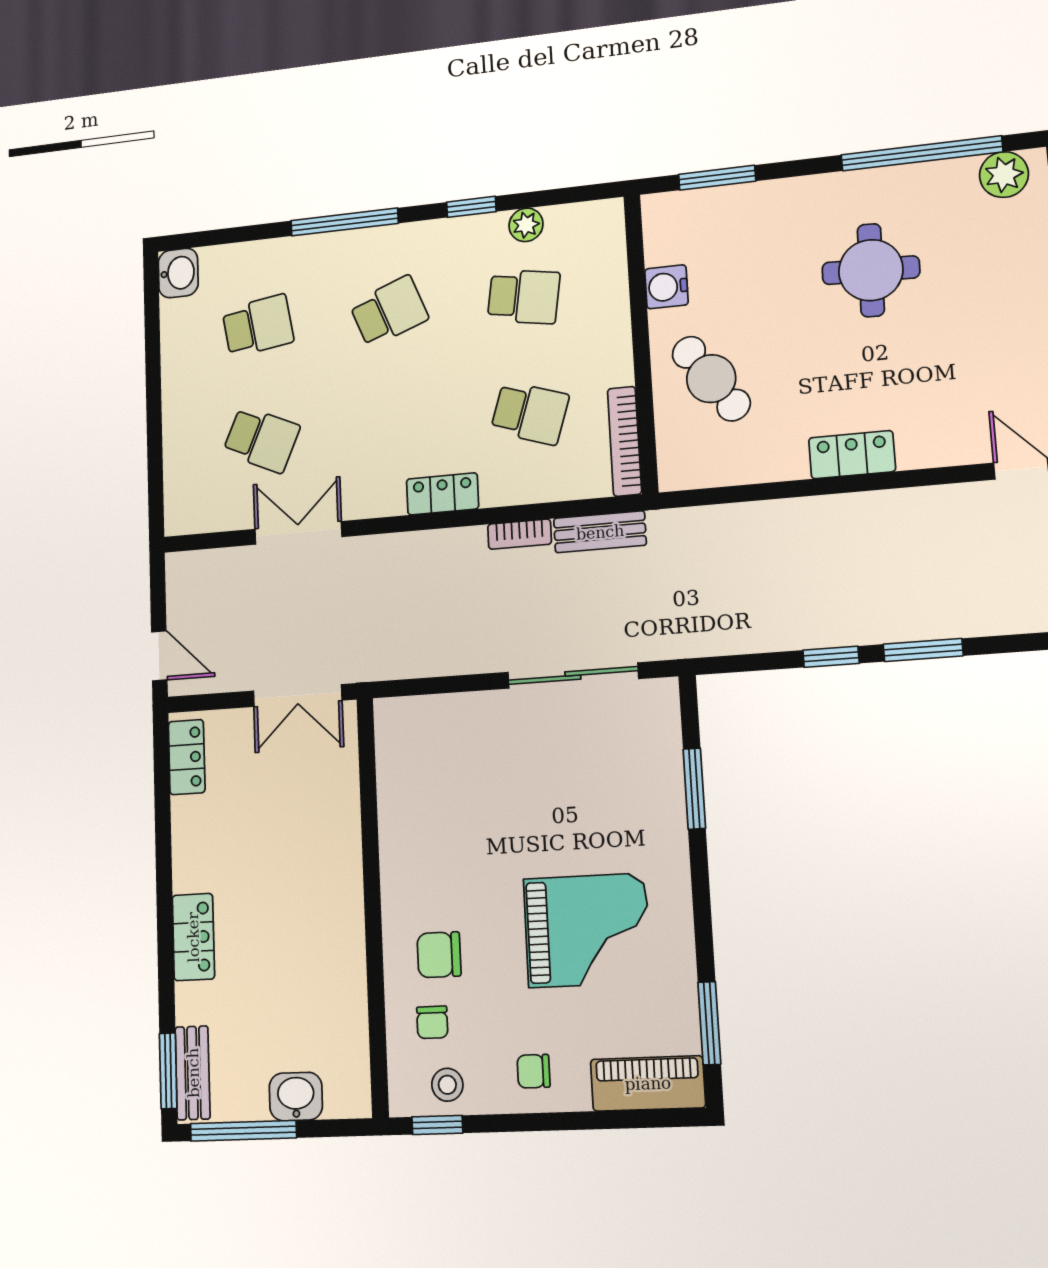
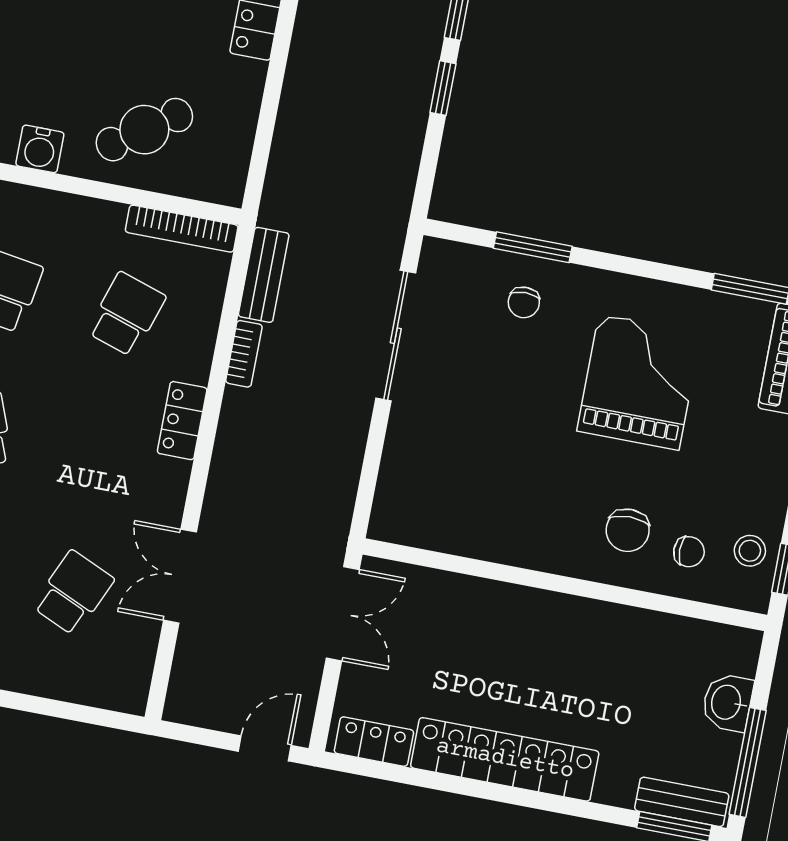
locker: (193, 937) -> (505, 759), width x2.16, depth x1.21
chair: (534, 1071) -> (524, 302), moved

